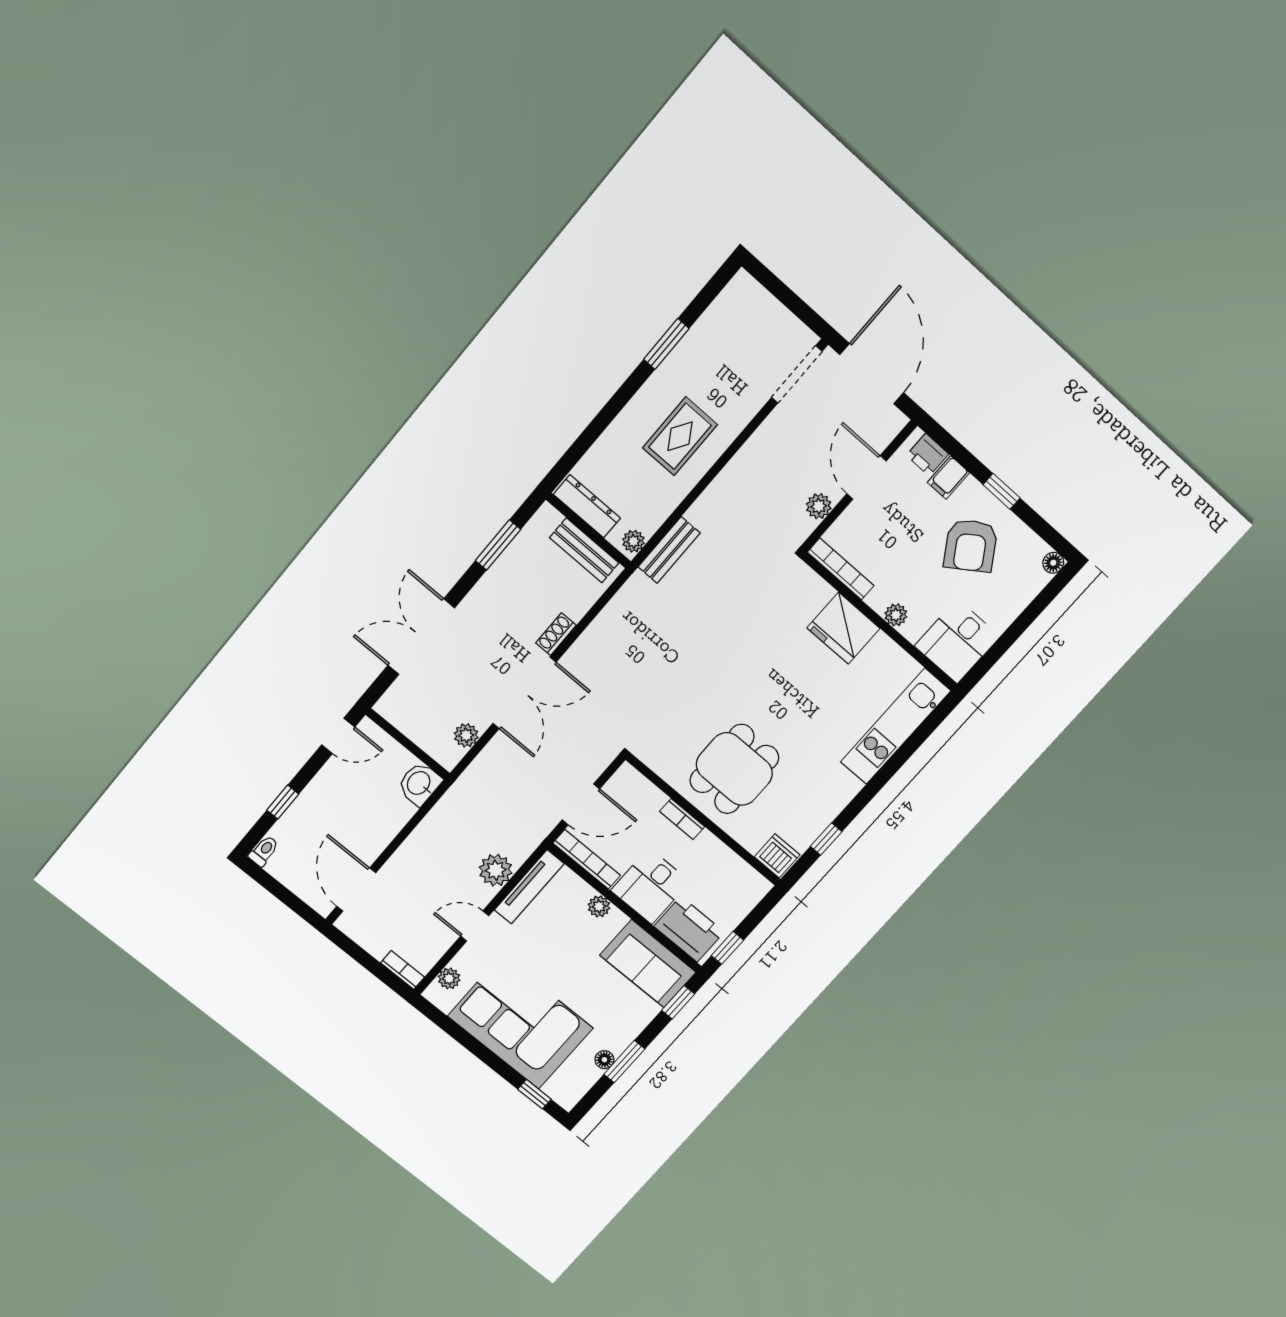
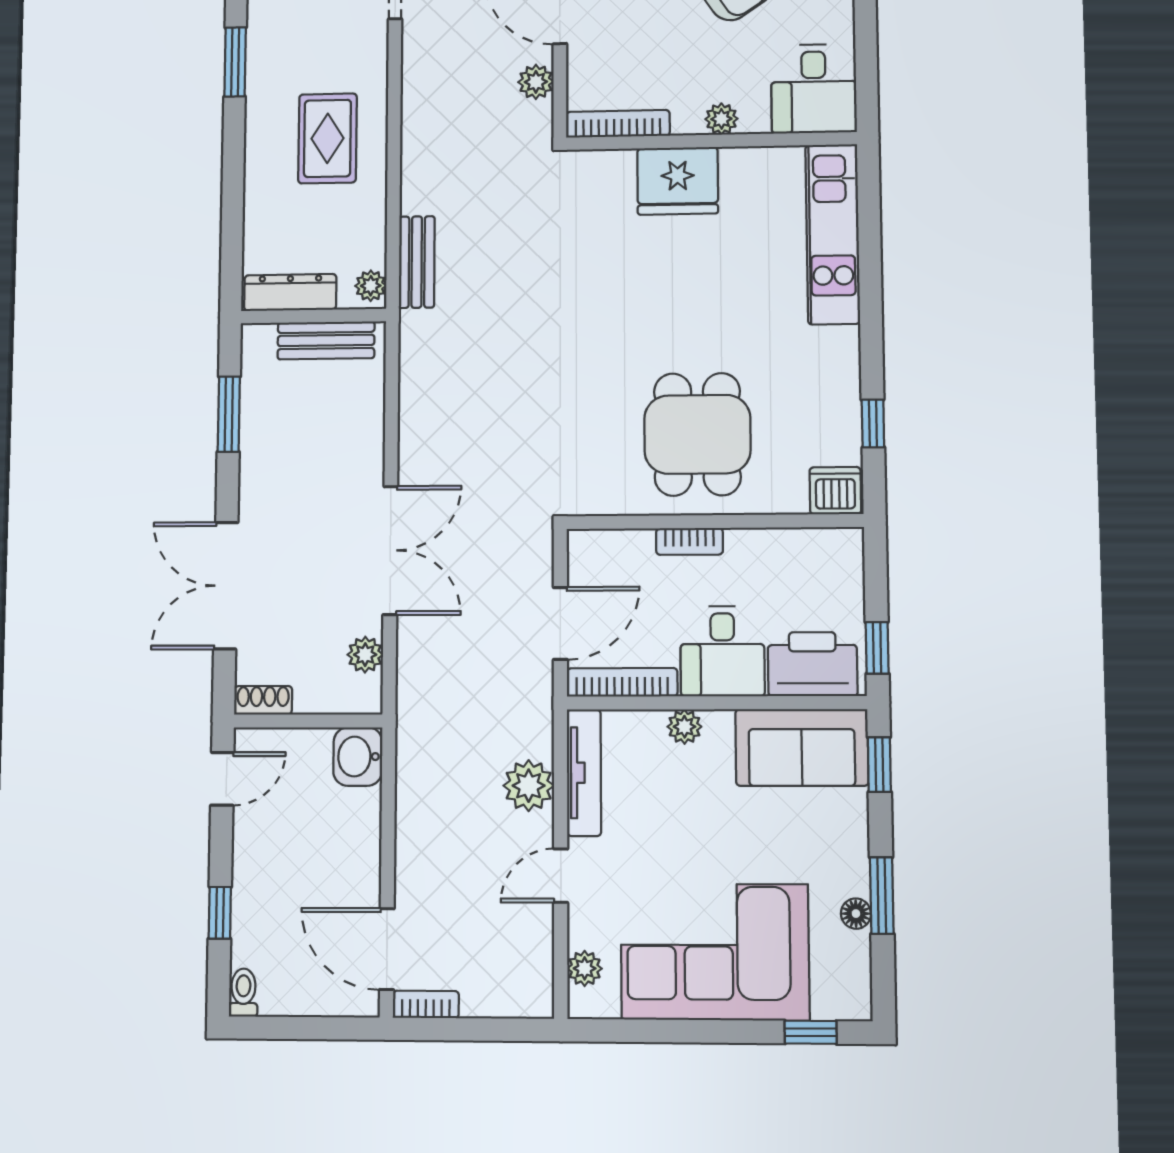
shoe rack: (556, 634) -> (263, 700), moved, turned 90
bookcase: (402, 970) -> (426, 1004), moved

